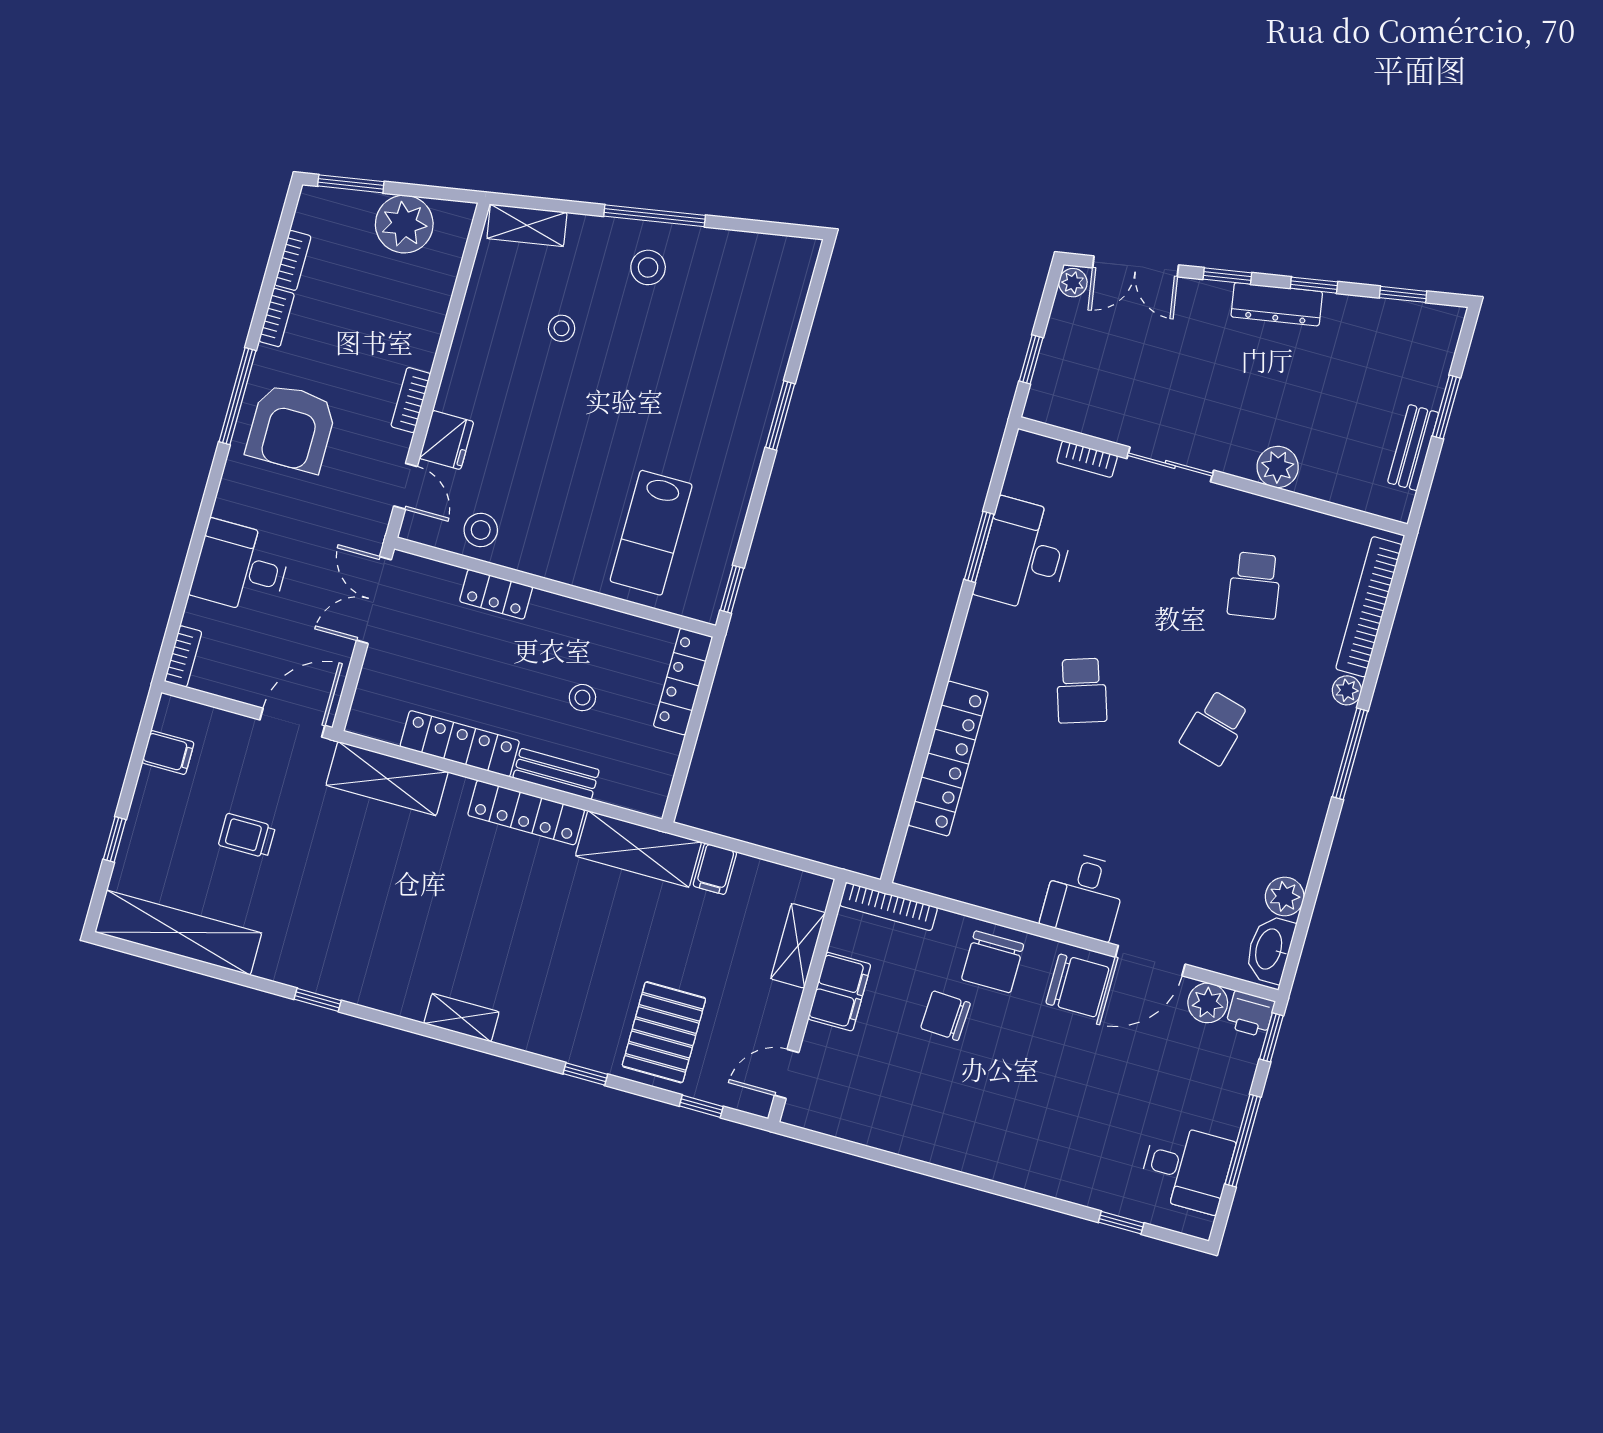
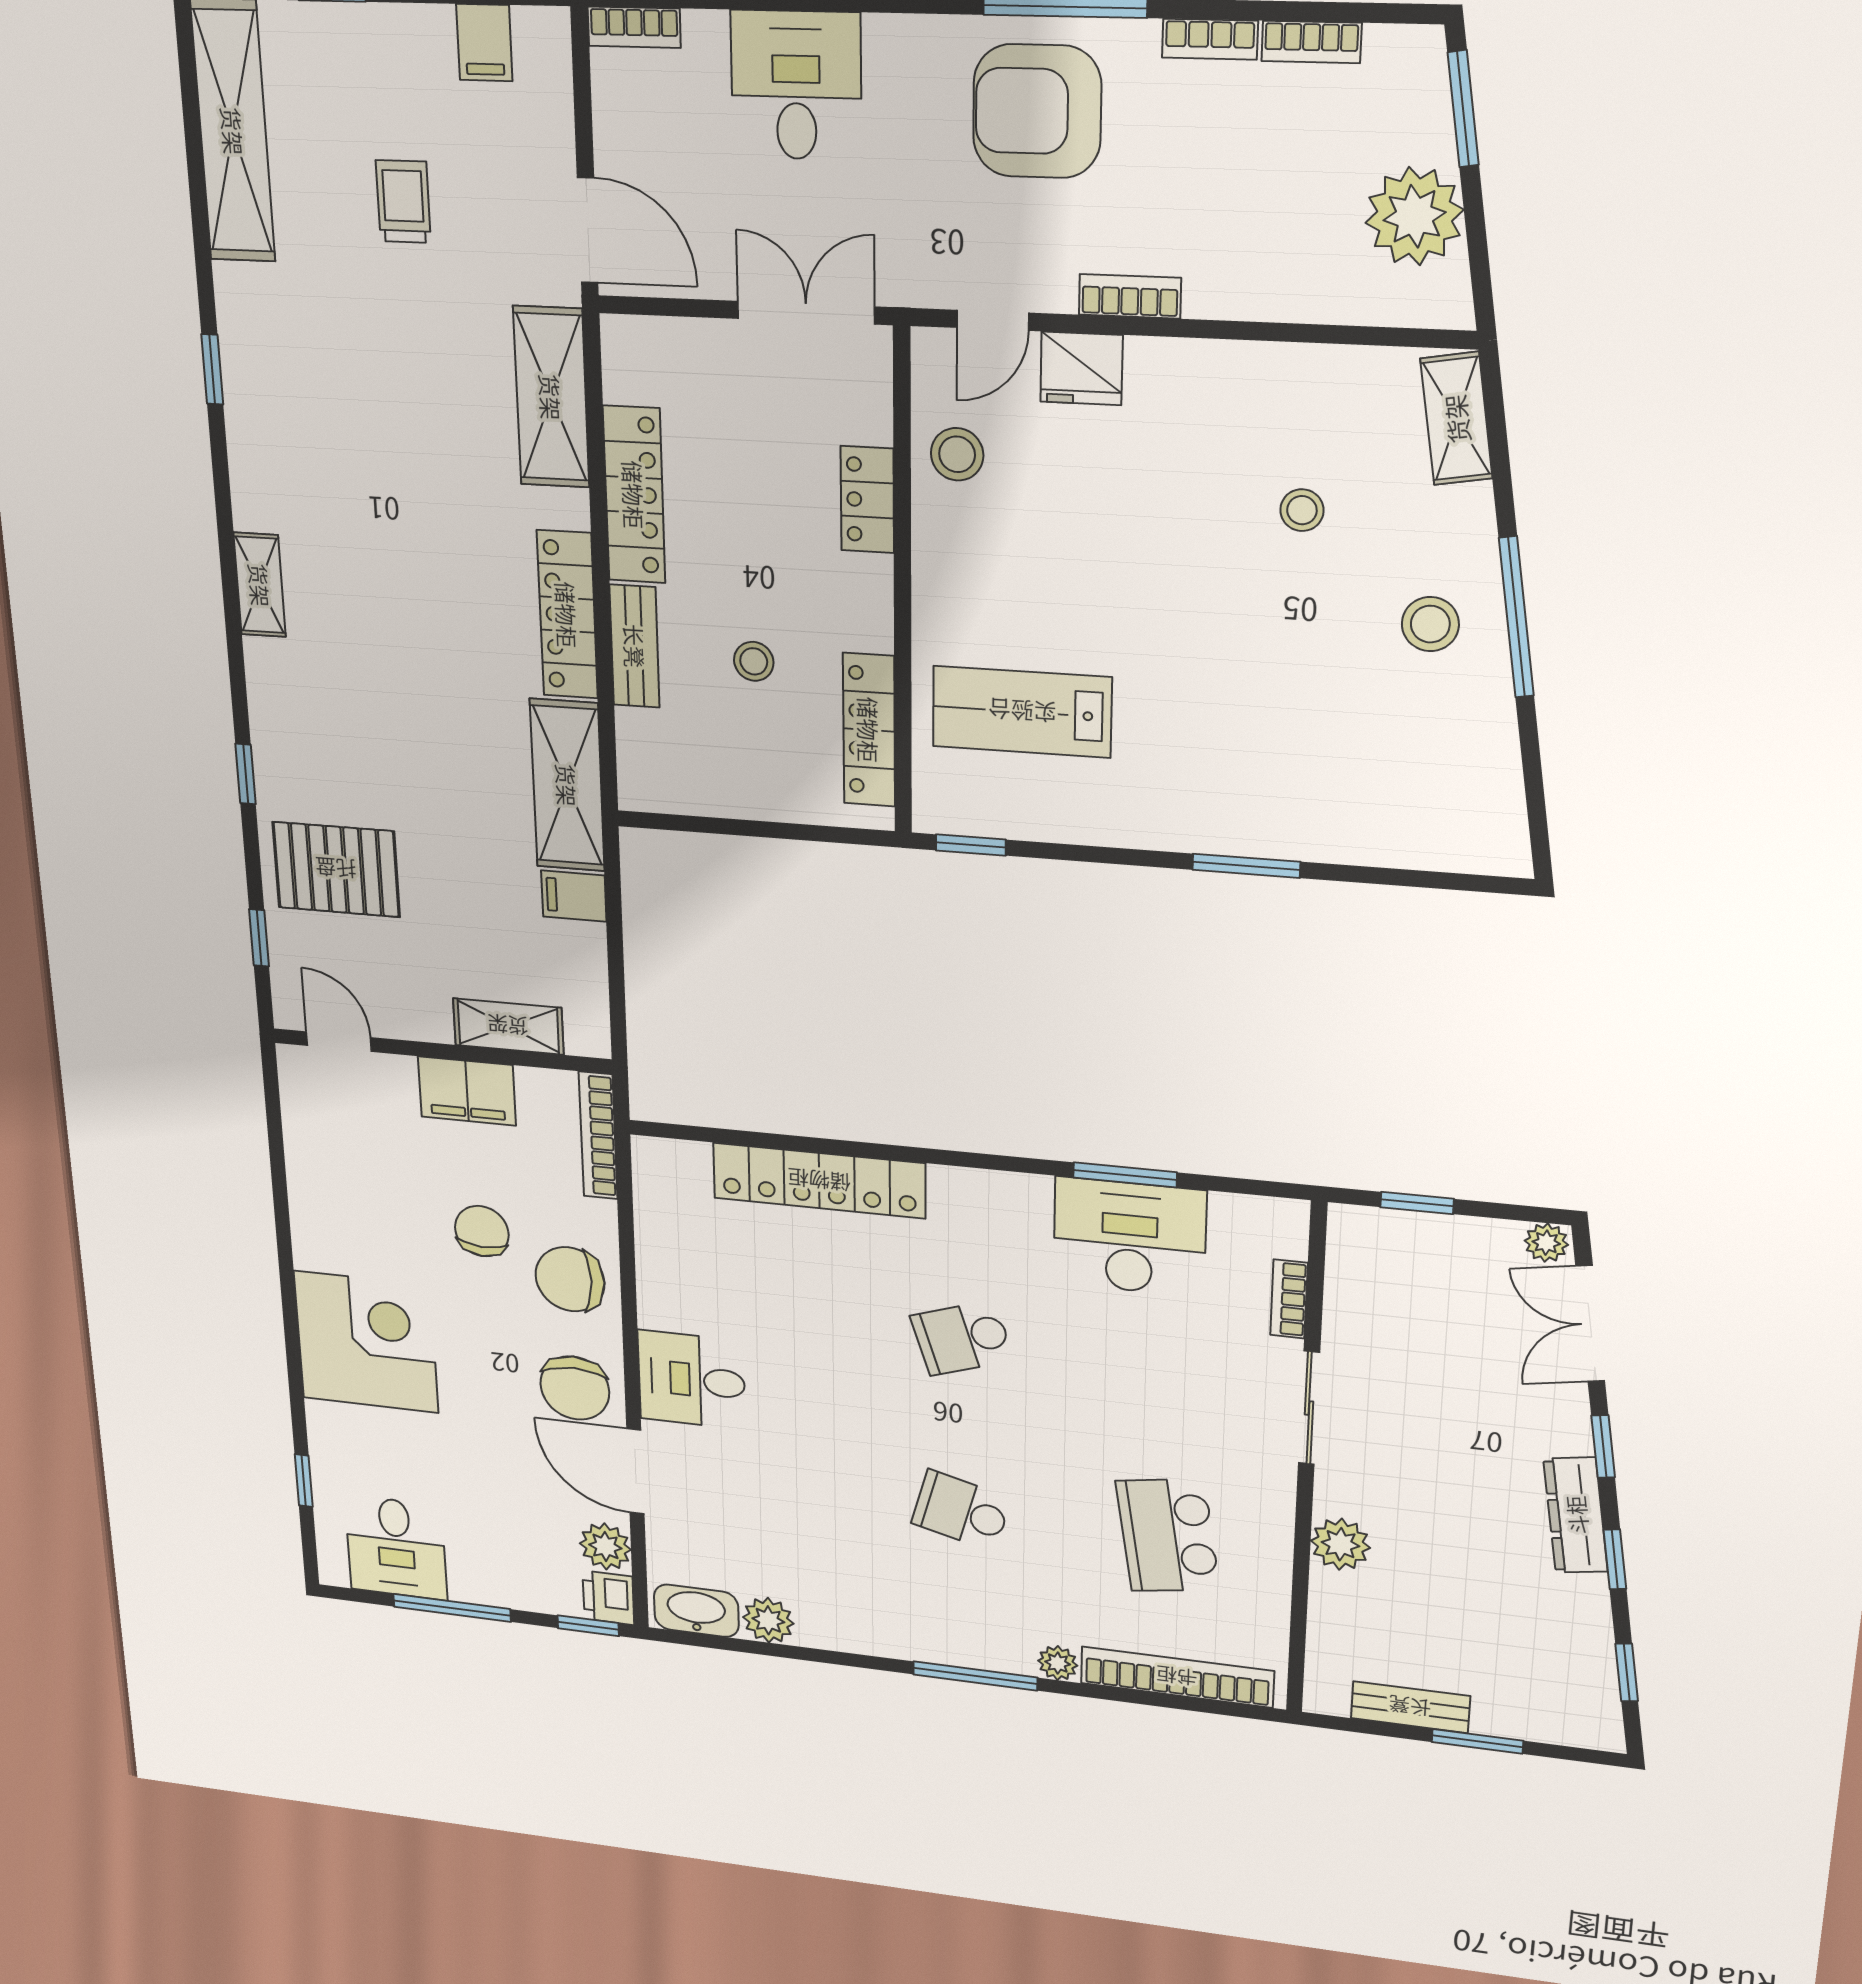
school desk: (1254, 585) -> (1168, 1535), width x1.85
locker: (683, 682) -> (869, 730), moved, turned -90
corner desk: (1017, 1134) -> (366, 1342), added

